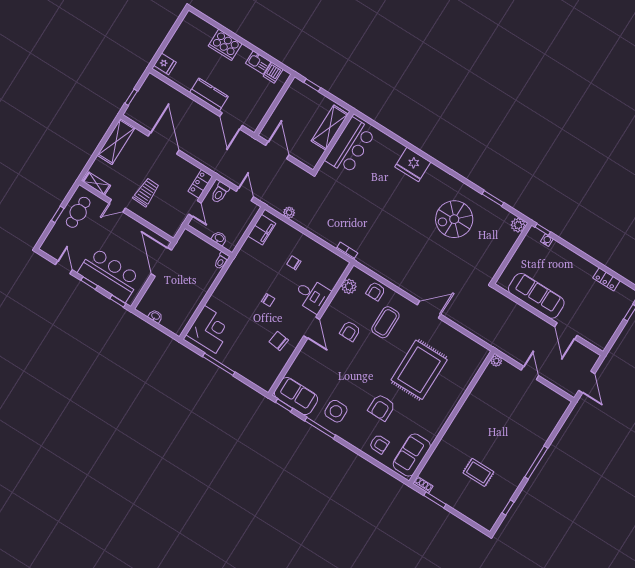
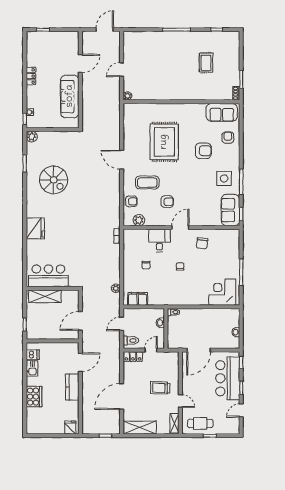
locker: (606, 279) -> (31, 76), moved
rug: (419, 370) -> (164, 142), turned 90

